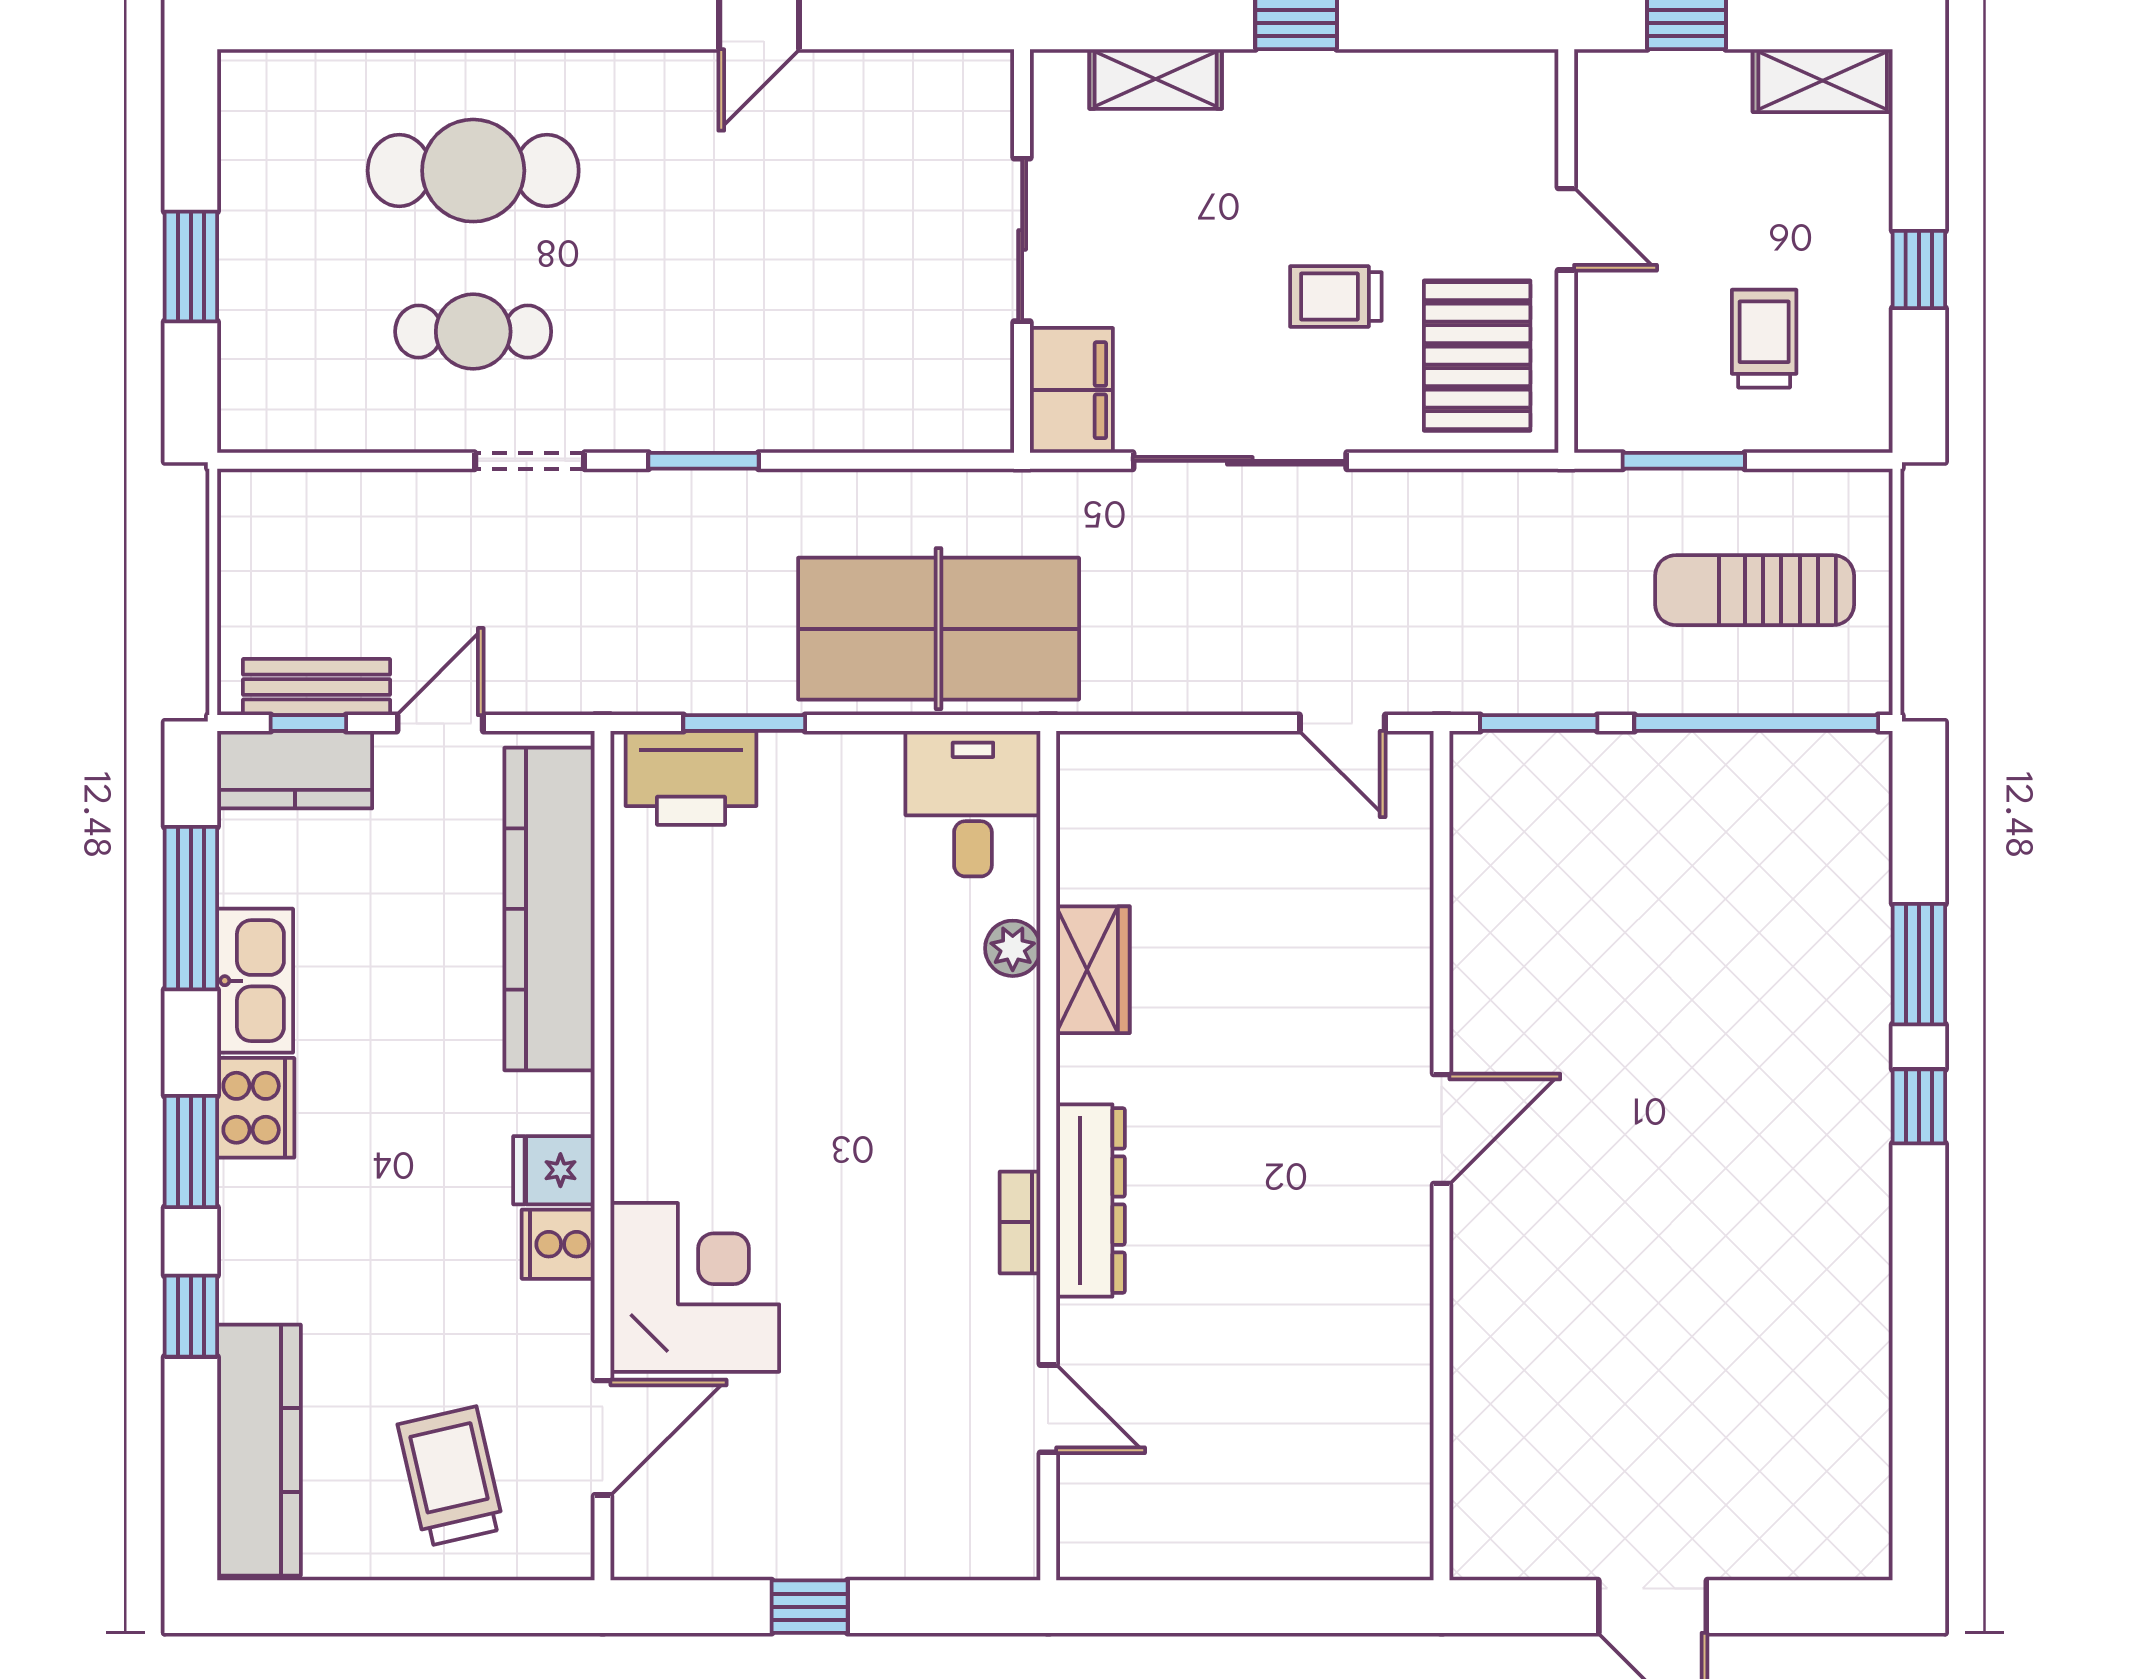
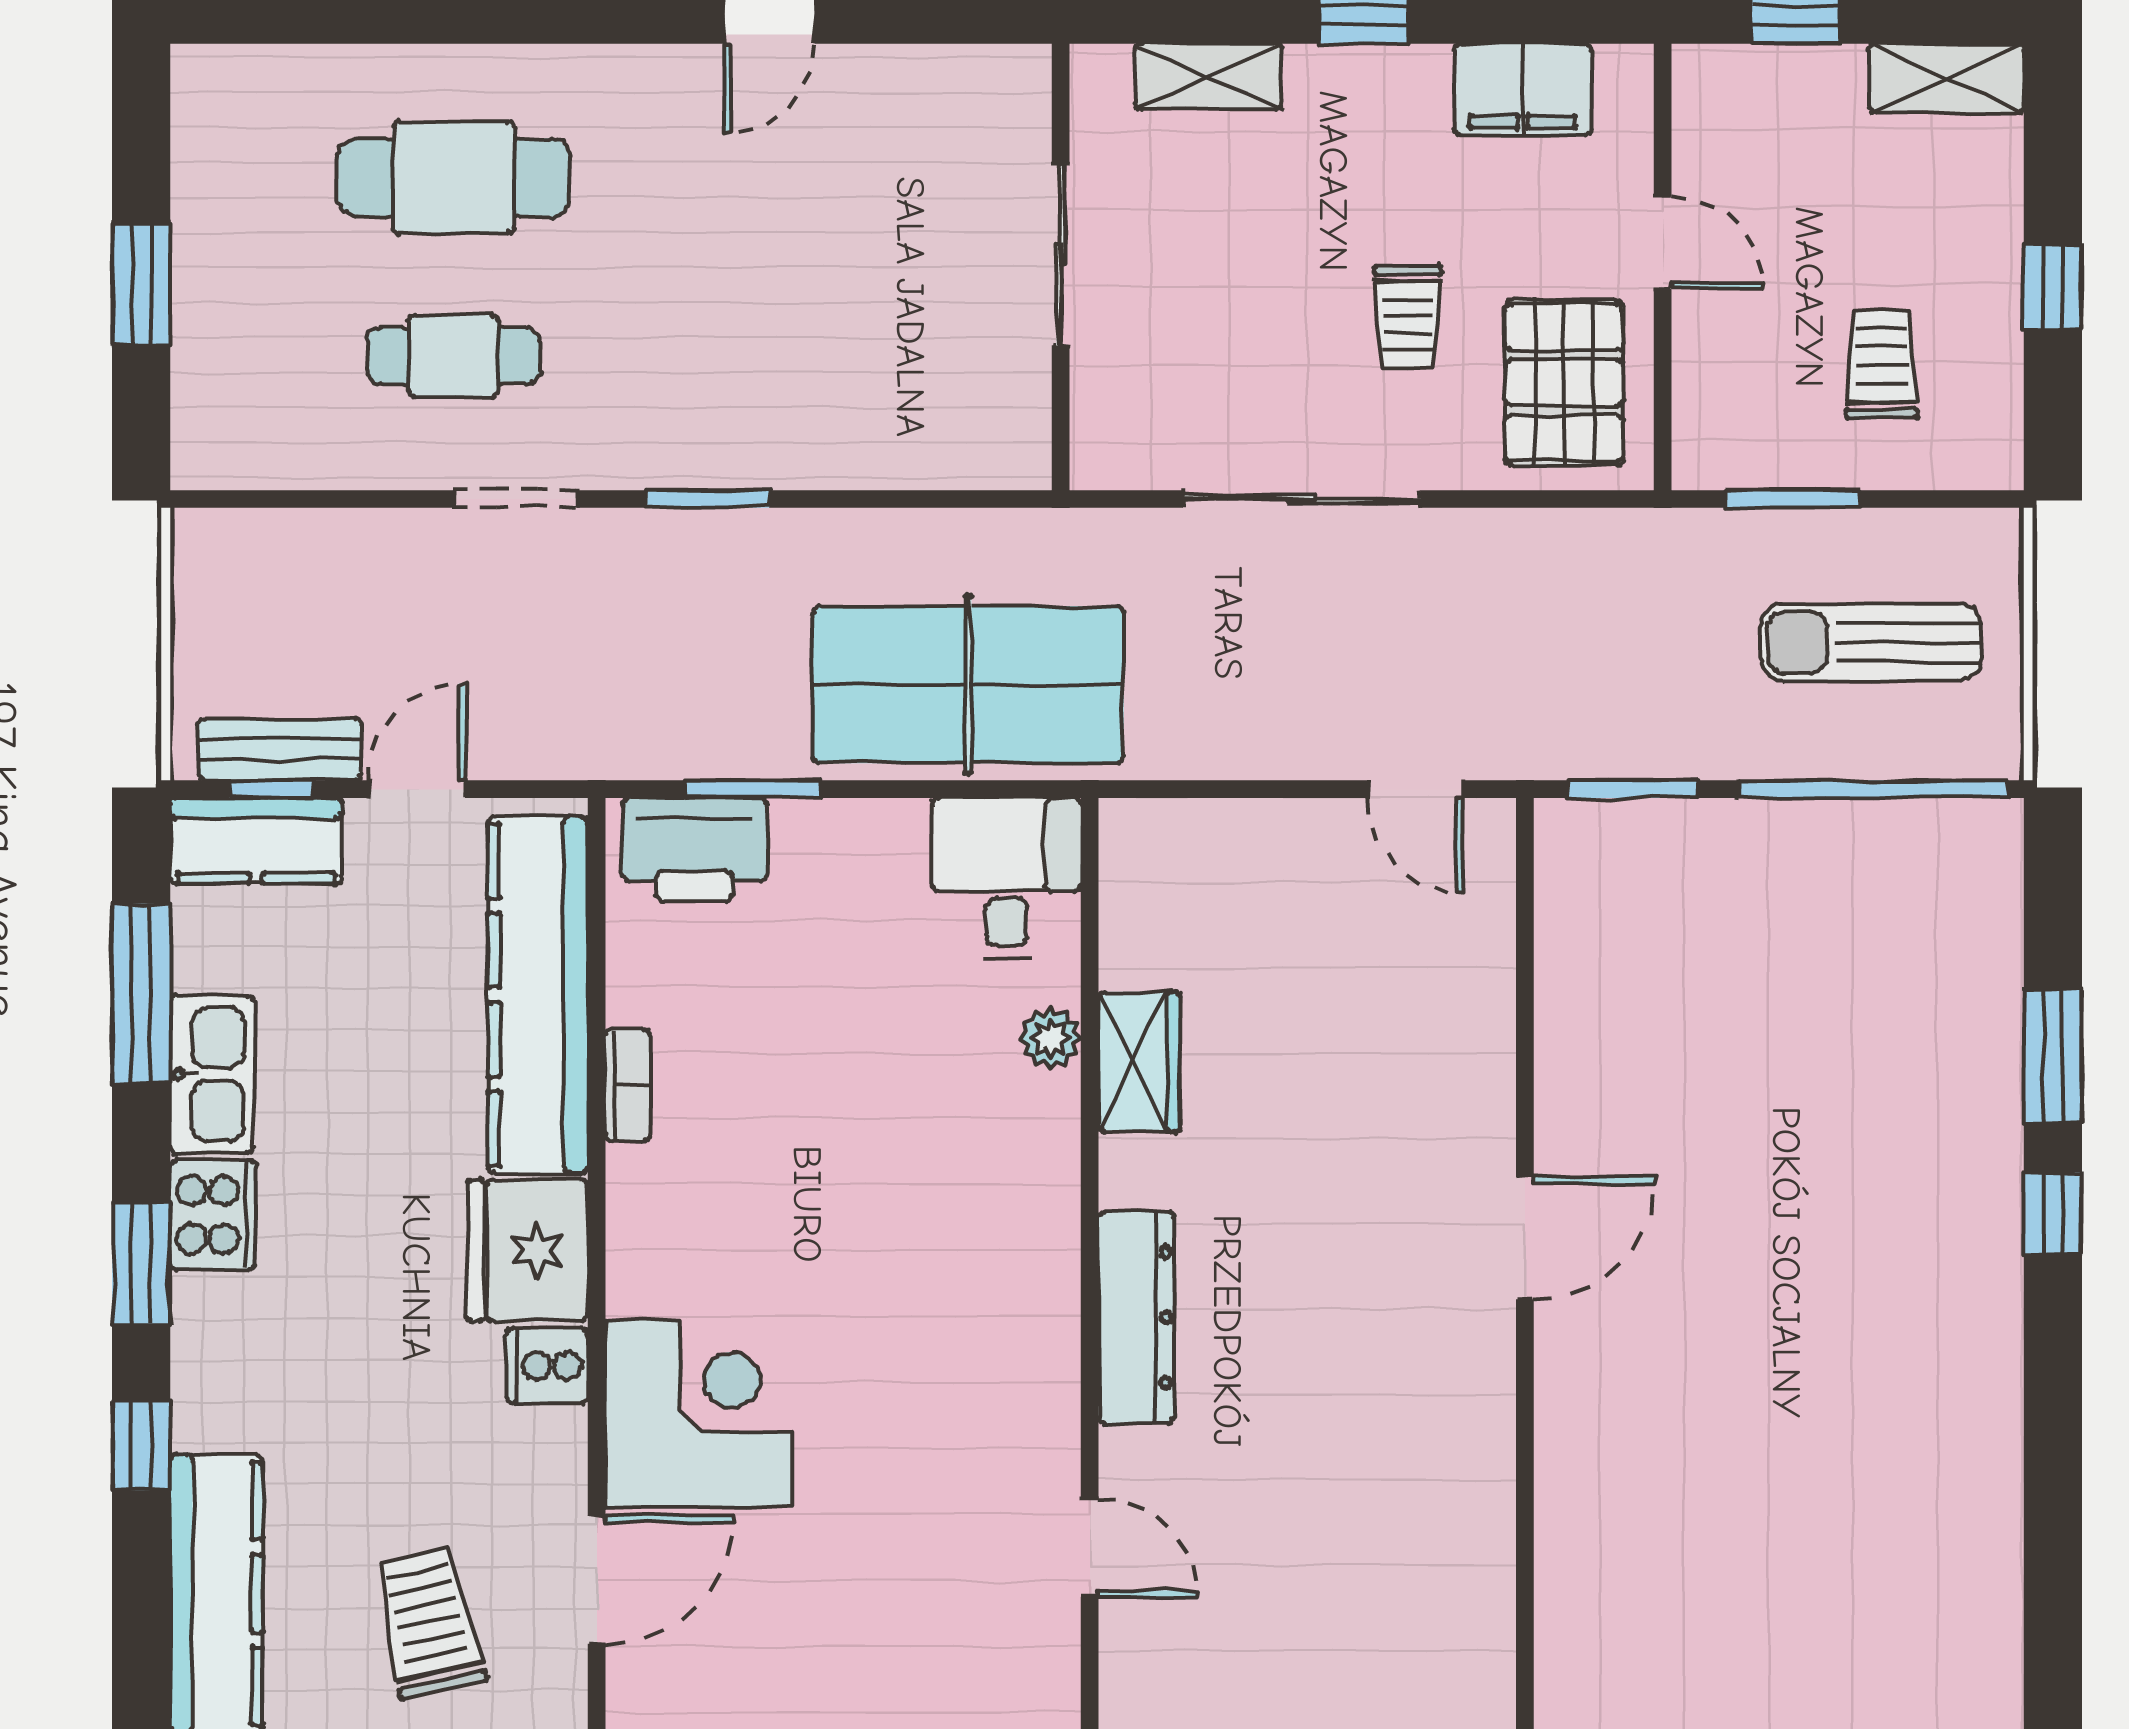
trolley: (1336, 297) -> (1408, 317), turned -90
filing cabinet: (1071, 390) -> (1523, 89), moved, turned 90
fridge: (554, 1170) -> (527, 1250), width x1.88, depth x1.34
bookcase: (1020, 1222) -> (628, 1085), moved, turned 180

